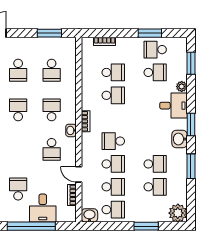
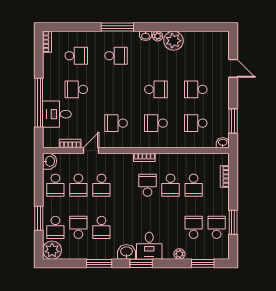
school desk: (155, 72) -> (194, 227), turned 180
desk: (173, 106) -> (149, 246), moved
school desk: (52, 110) -> (156, 123), turned 180
washbasin: (71, 130) -> (223, 143), moved
school desk: (113, 141) -> (147, 185), moved
school desk: (155, 187) -> (78, 227), turned 180
school desk: (18, 189) -> (76, 89), turned 180
school desk: (155, 210) -> (55, 227), added

